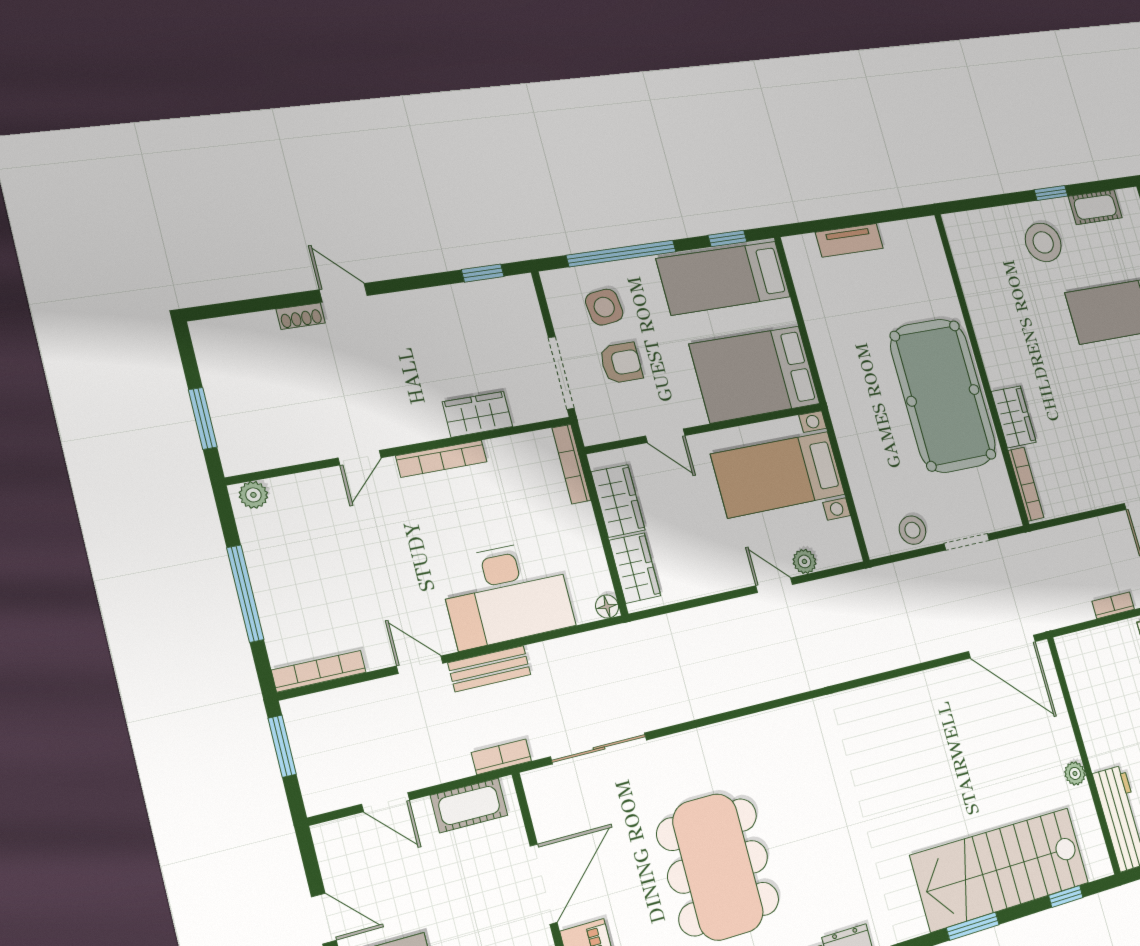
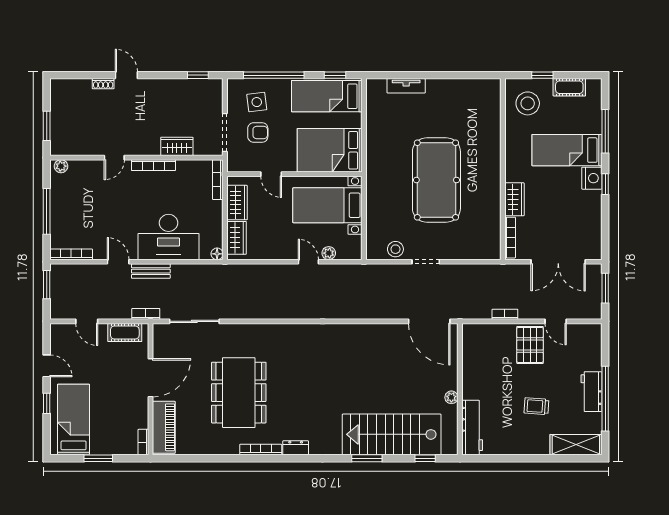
wall: (981, 369) -> (503, 169), moved
wardrobe: (1014, 417) -> (514, 199), moved
bookcase: (1026, 484) -> (510, 238), moved

